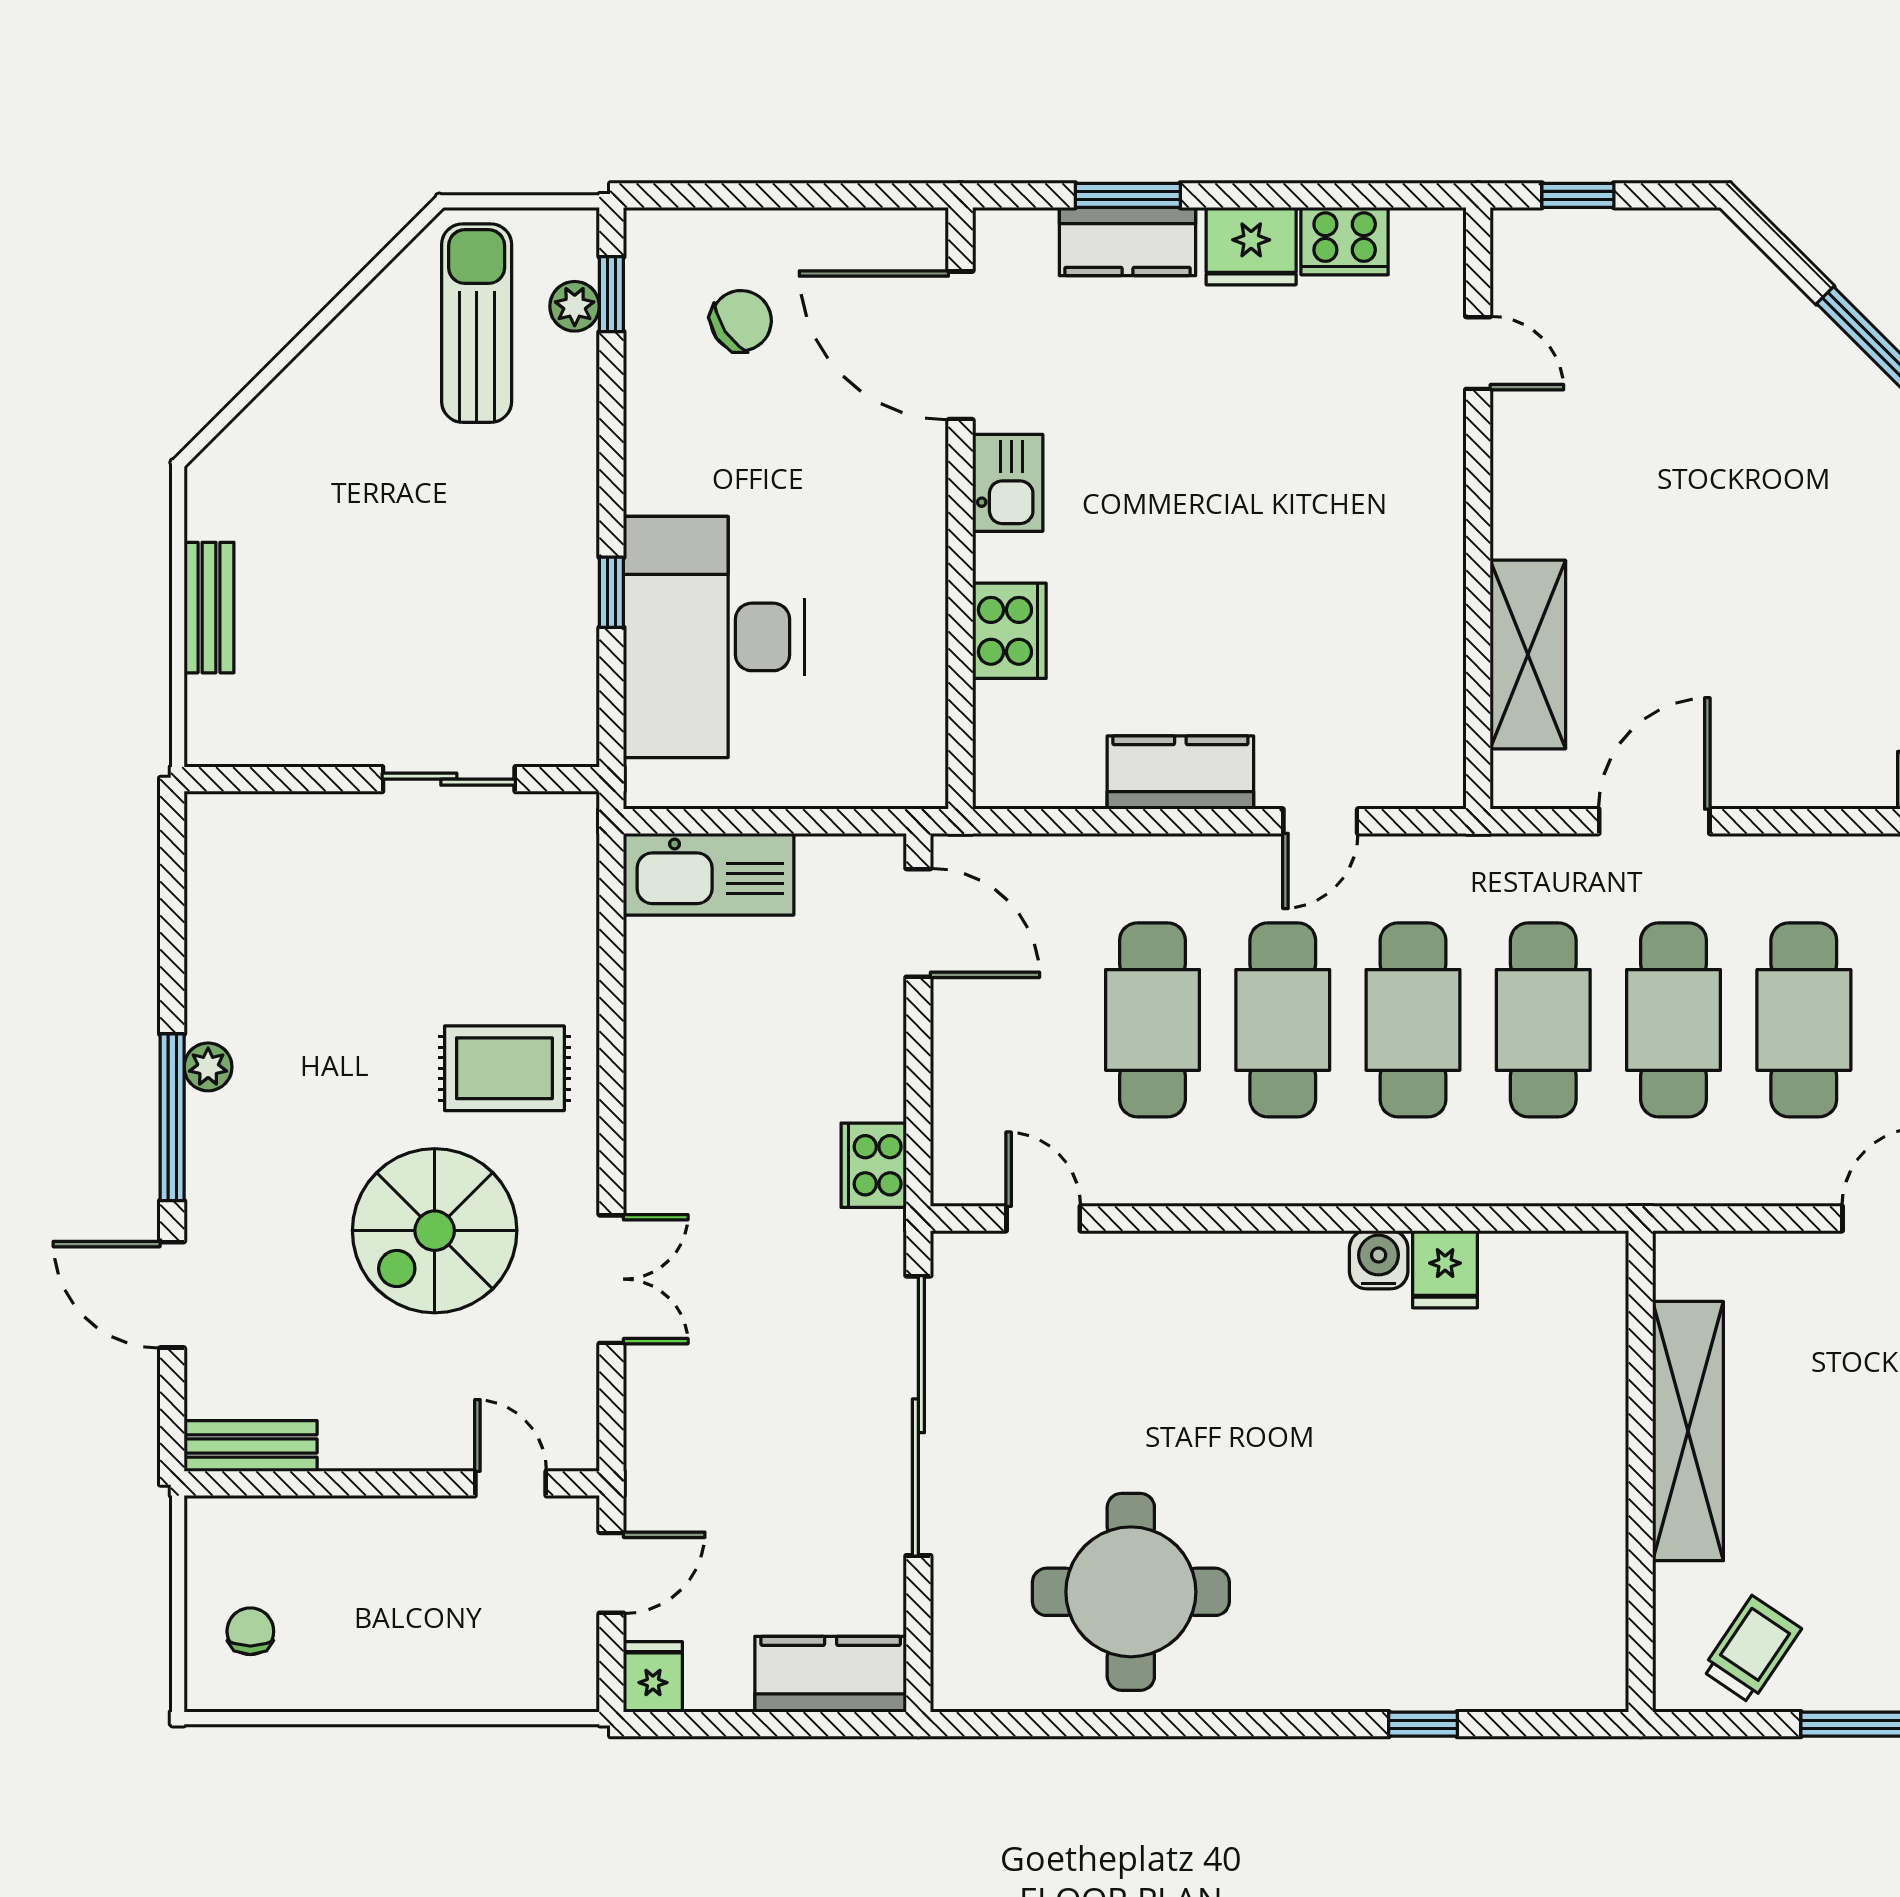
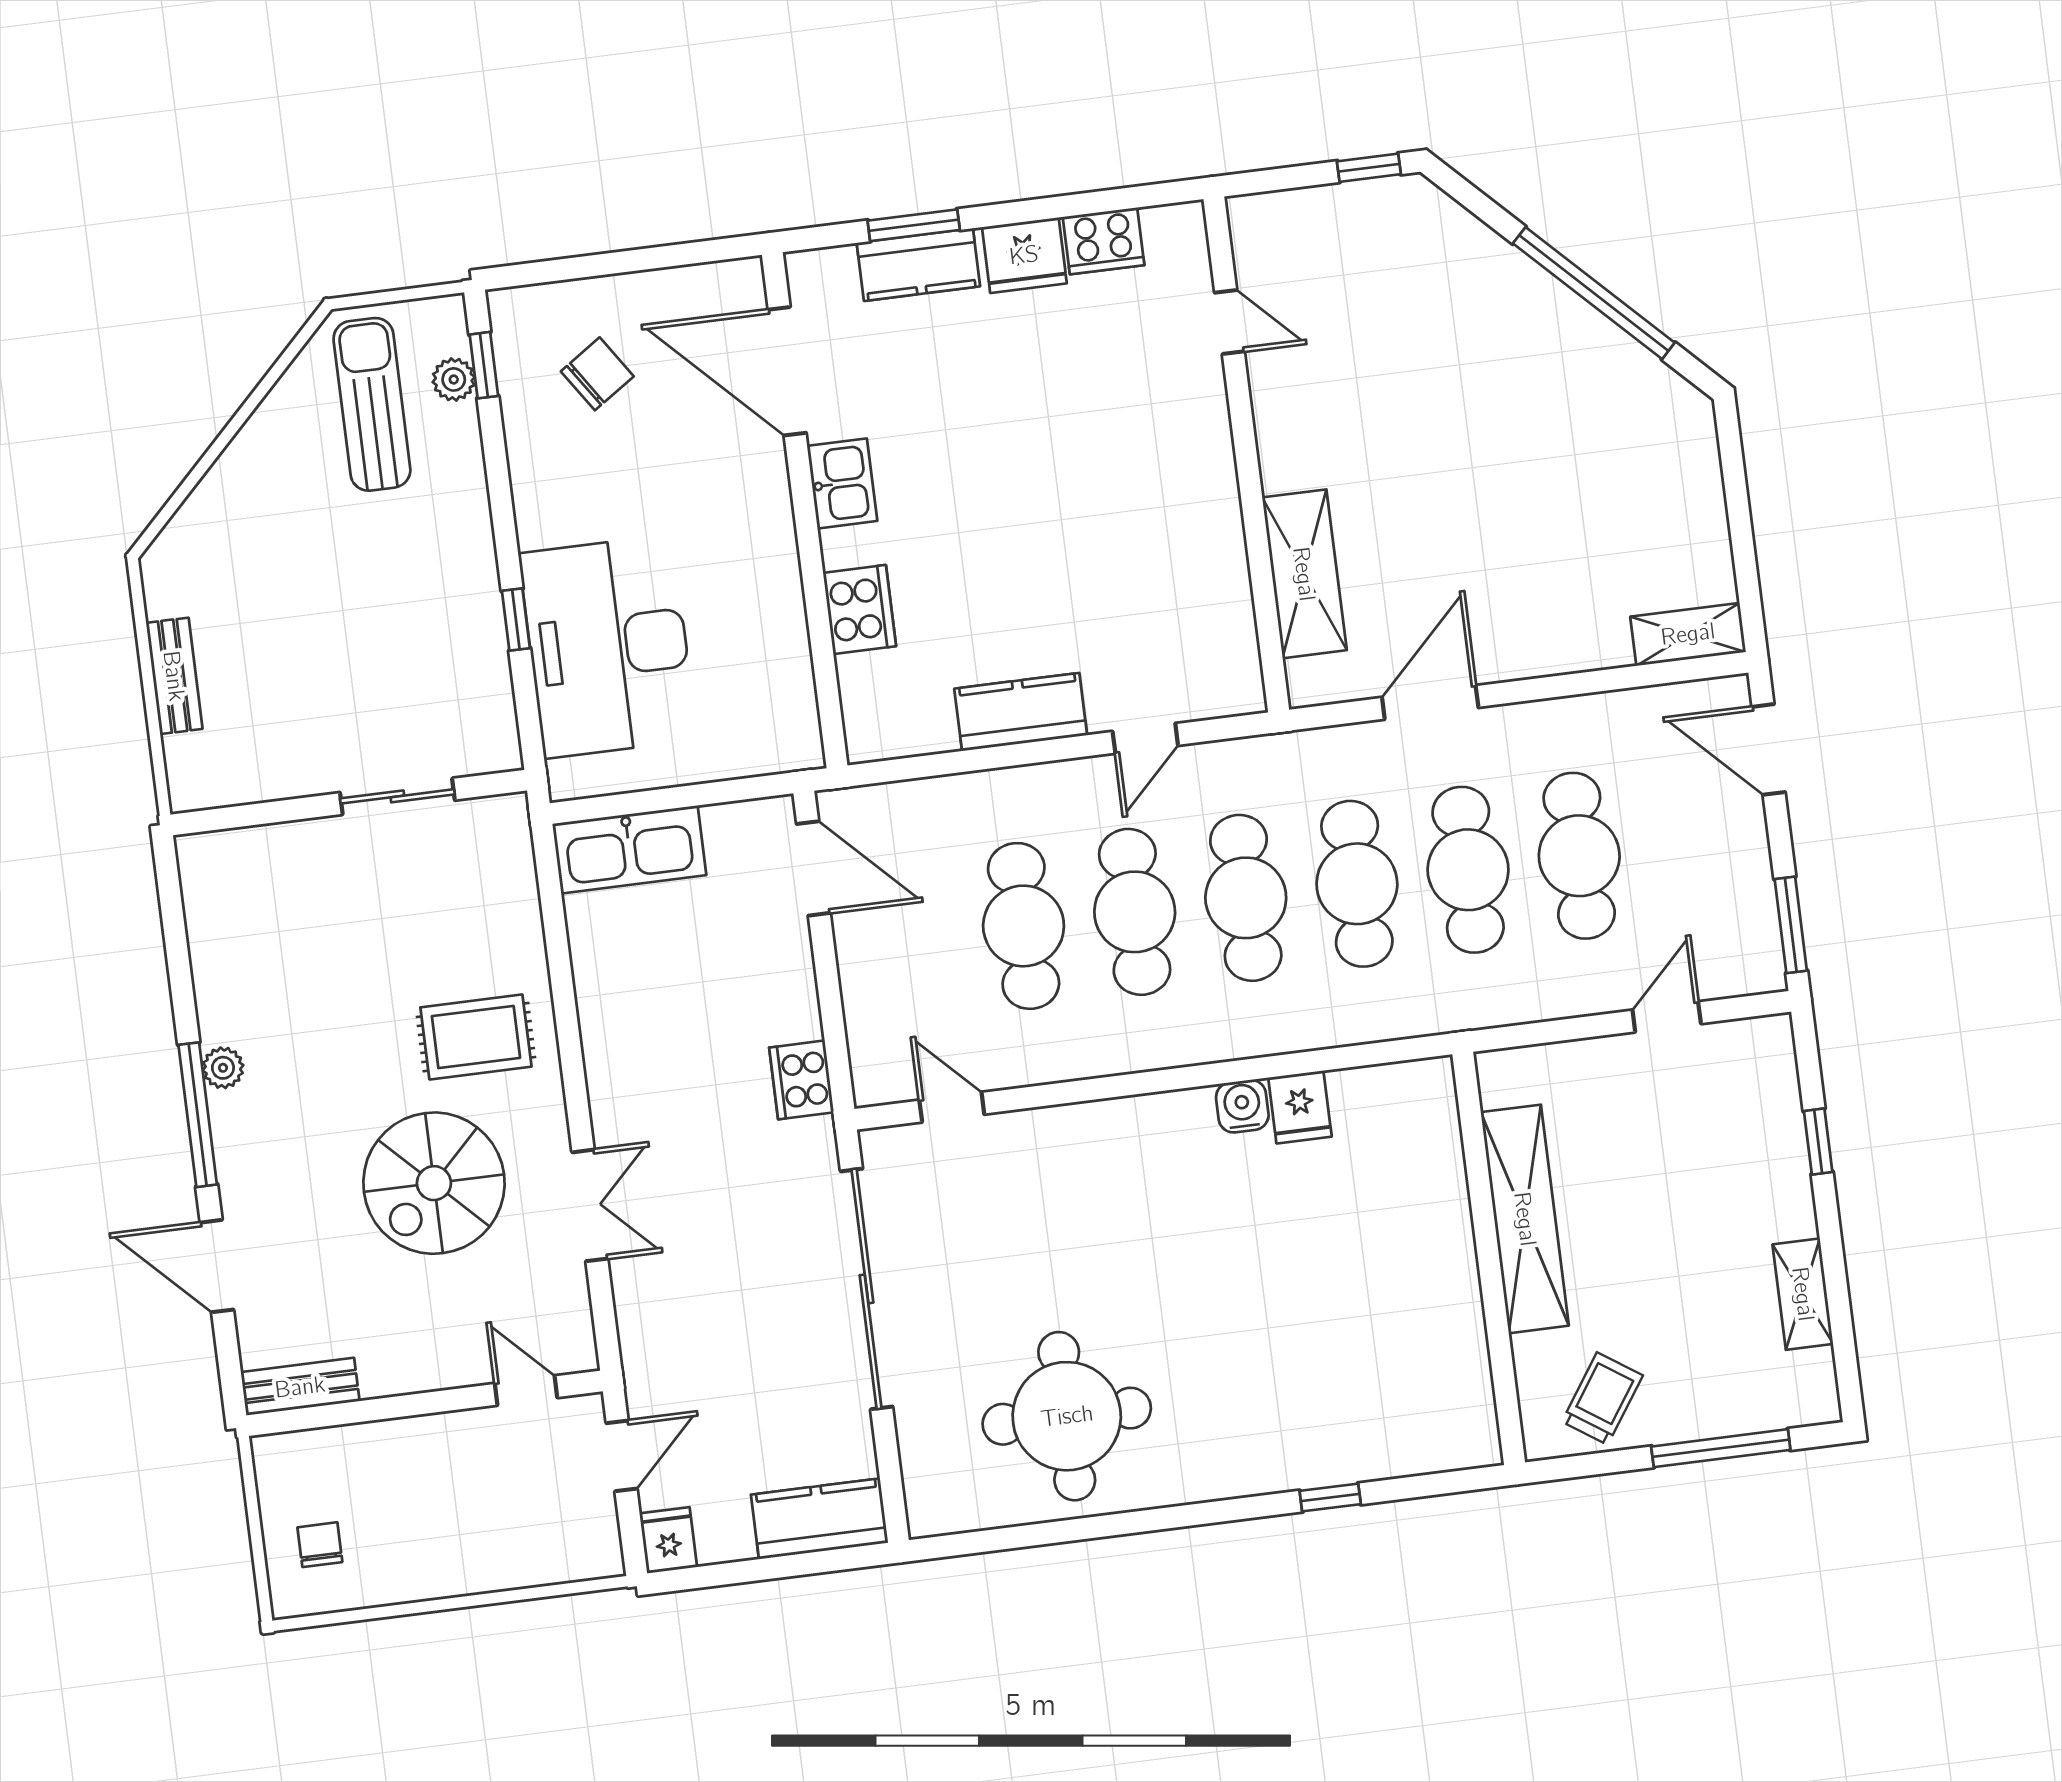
window: (1578, 195) -> (1369, 168), moved

